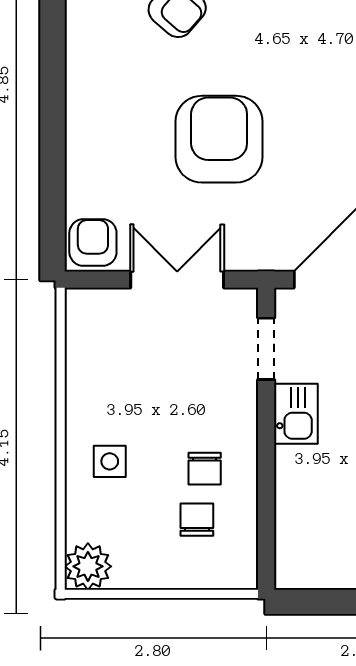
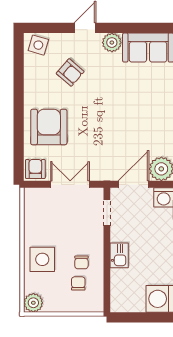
armchair: (219, 139) -> (49, 127), moved
kitchen sink: (296, 414) -> (119, 255), moved
side table: (110, 461) -> (42, 259), width x1.87, depth x1.87

